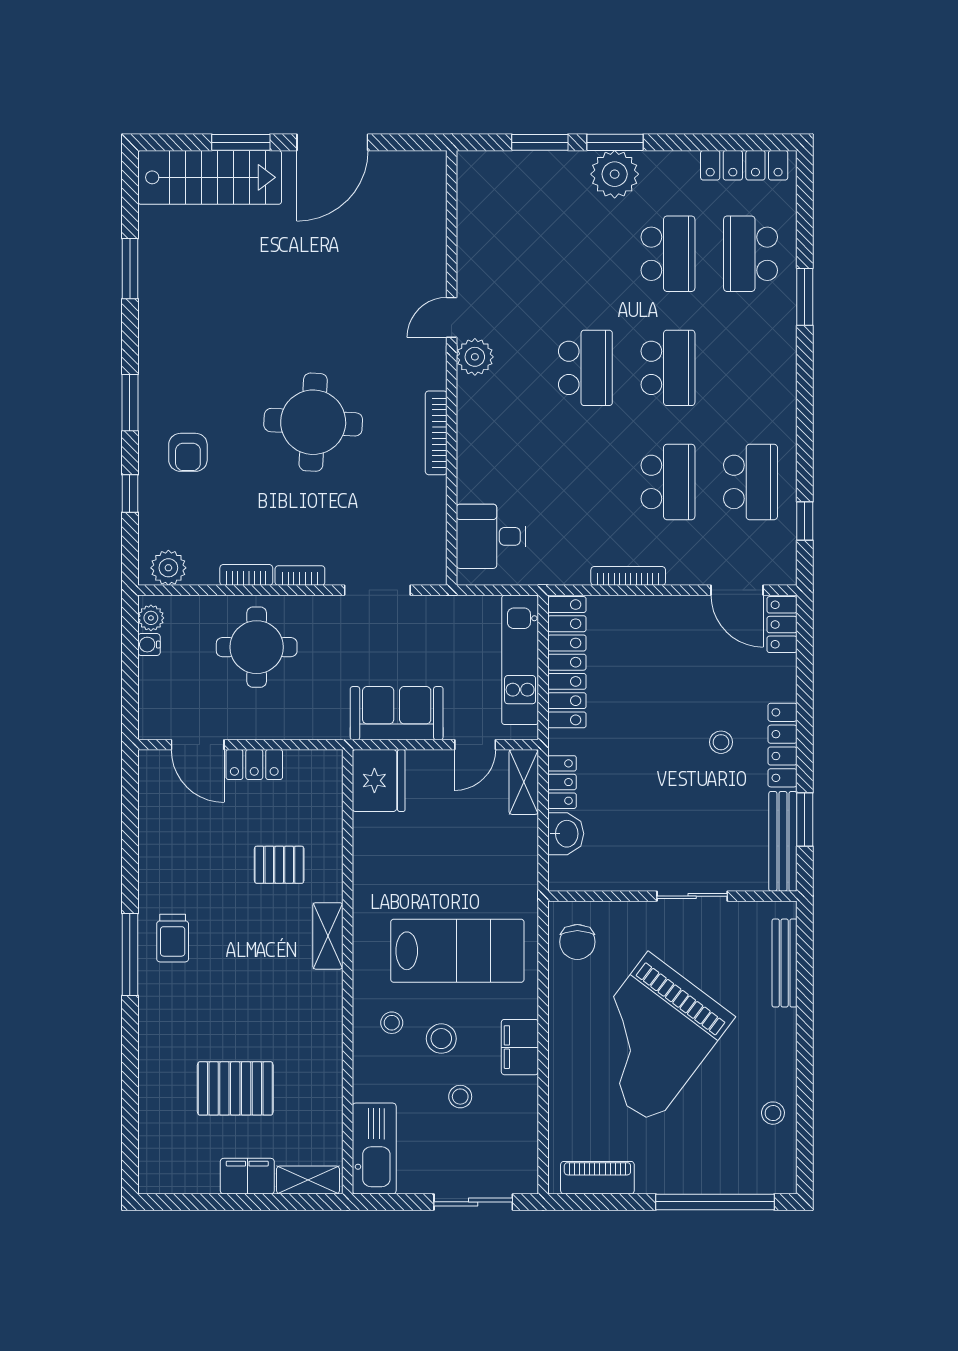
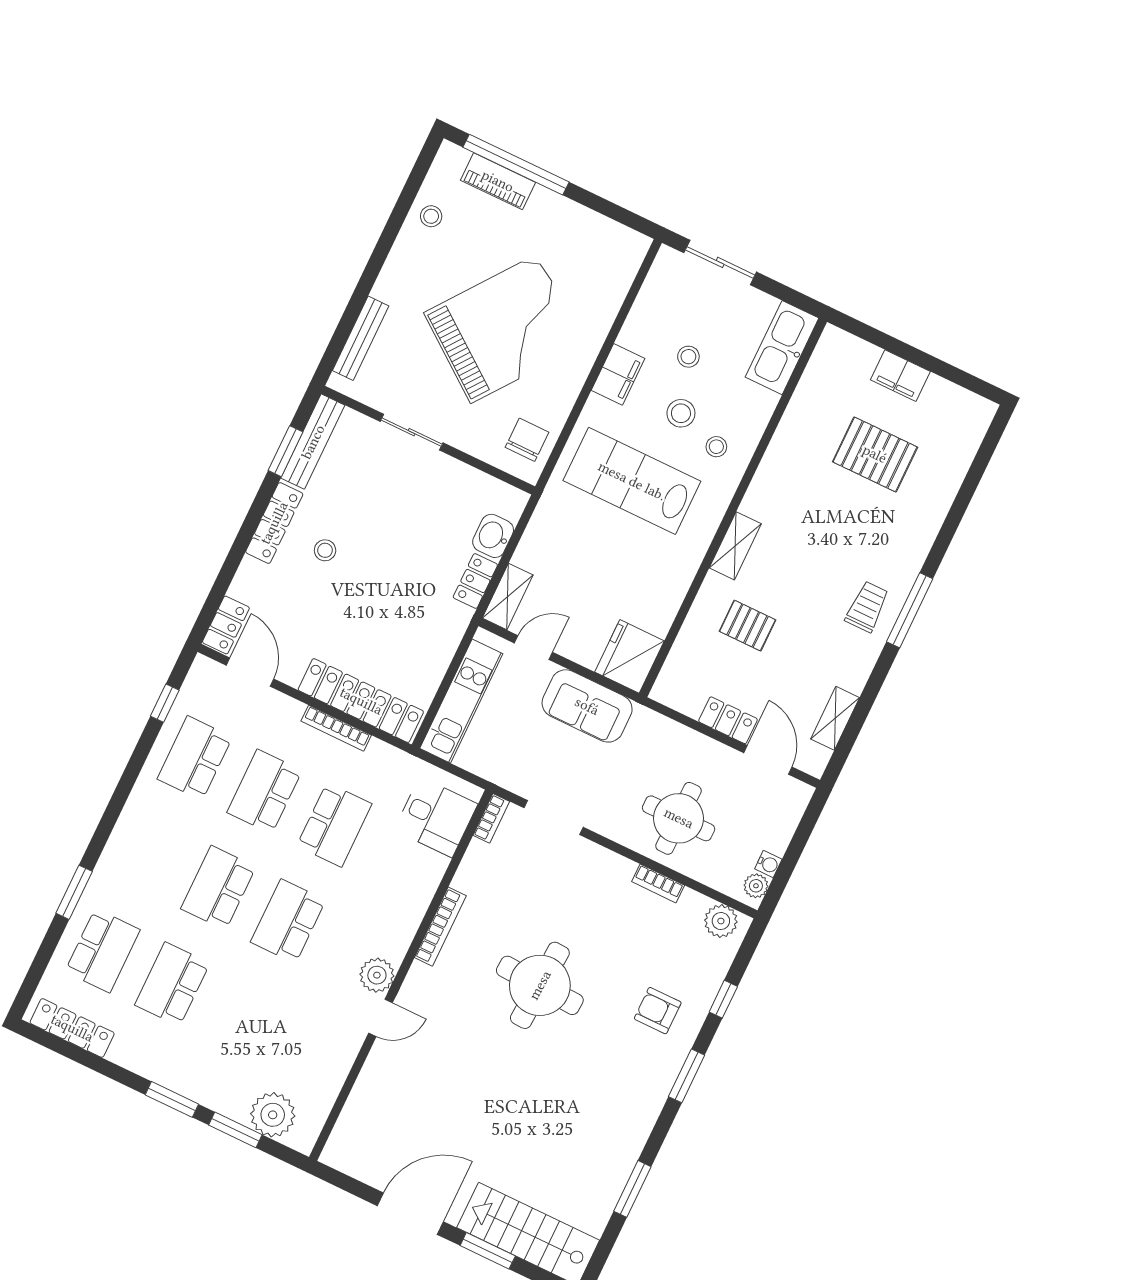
plant: (615, 174) -> (273, 1115), moved
armchair: (188, 452) -> (658, 1011), turned -90
school desk: (585, 482) -> (334, 825), added
bookcase: (300, 576) -> (491, 818), moved, turned -90
locker: (567, 662) -> (361, 701), moved, turned 90
piano: (597, 1178) -> (498, 181), moved
shelving: (308, 1180) -> (835, 718), moved, turned 90

